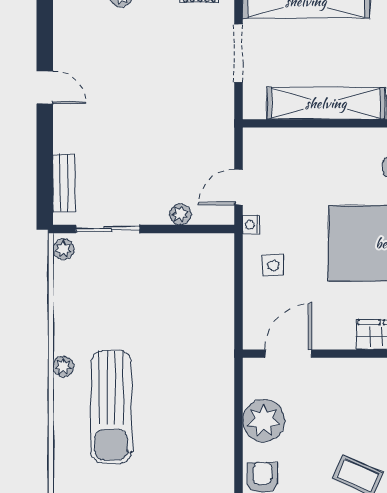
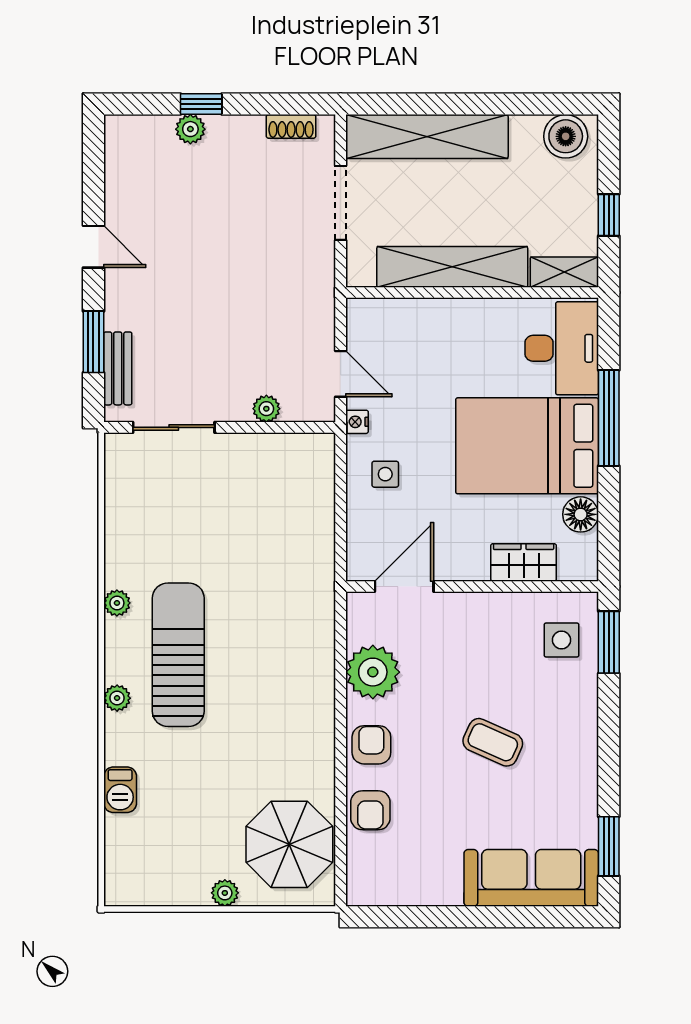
window: (45, 162) -> (93, 342), added
door: (239, 187) -> (341, 374), swing flipped
plant: (63, 249) -> (117, 698), moved
sun lounger: (111, 407) -> (178, 655), turned 180

